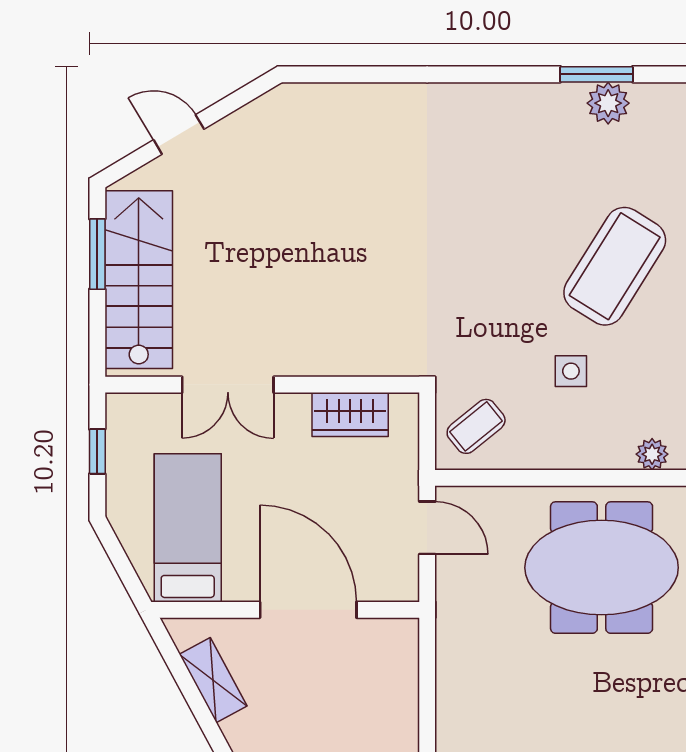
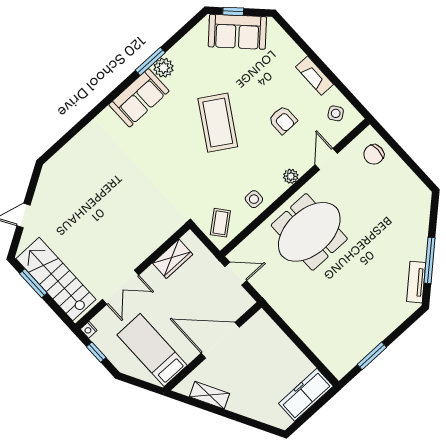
sofa: (527, 115) -> (139, 98), added
side table: (571, 371) -> (254, 199), moved
nightstand: (118, 406) -> (89, 330), added

